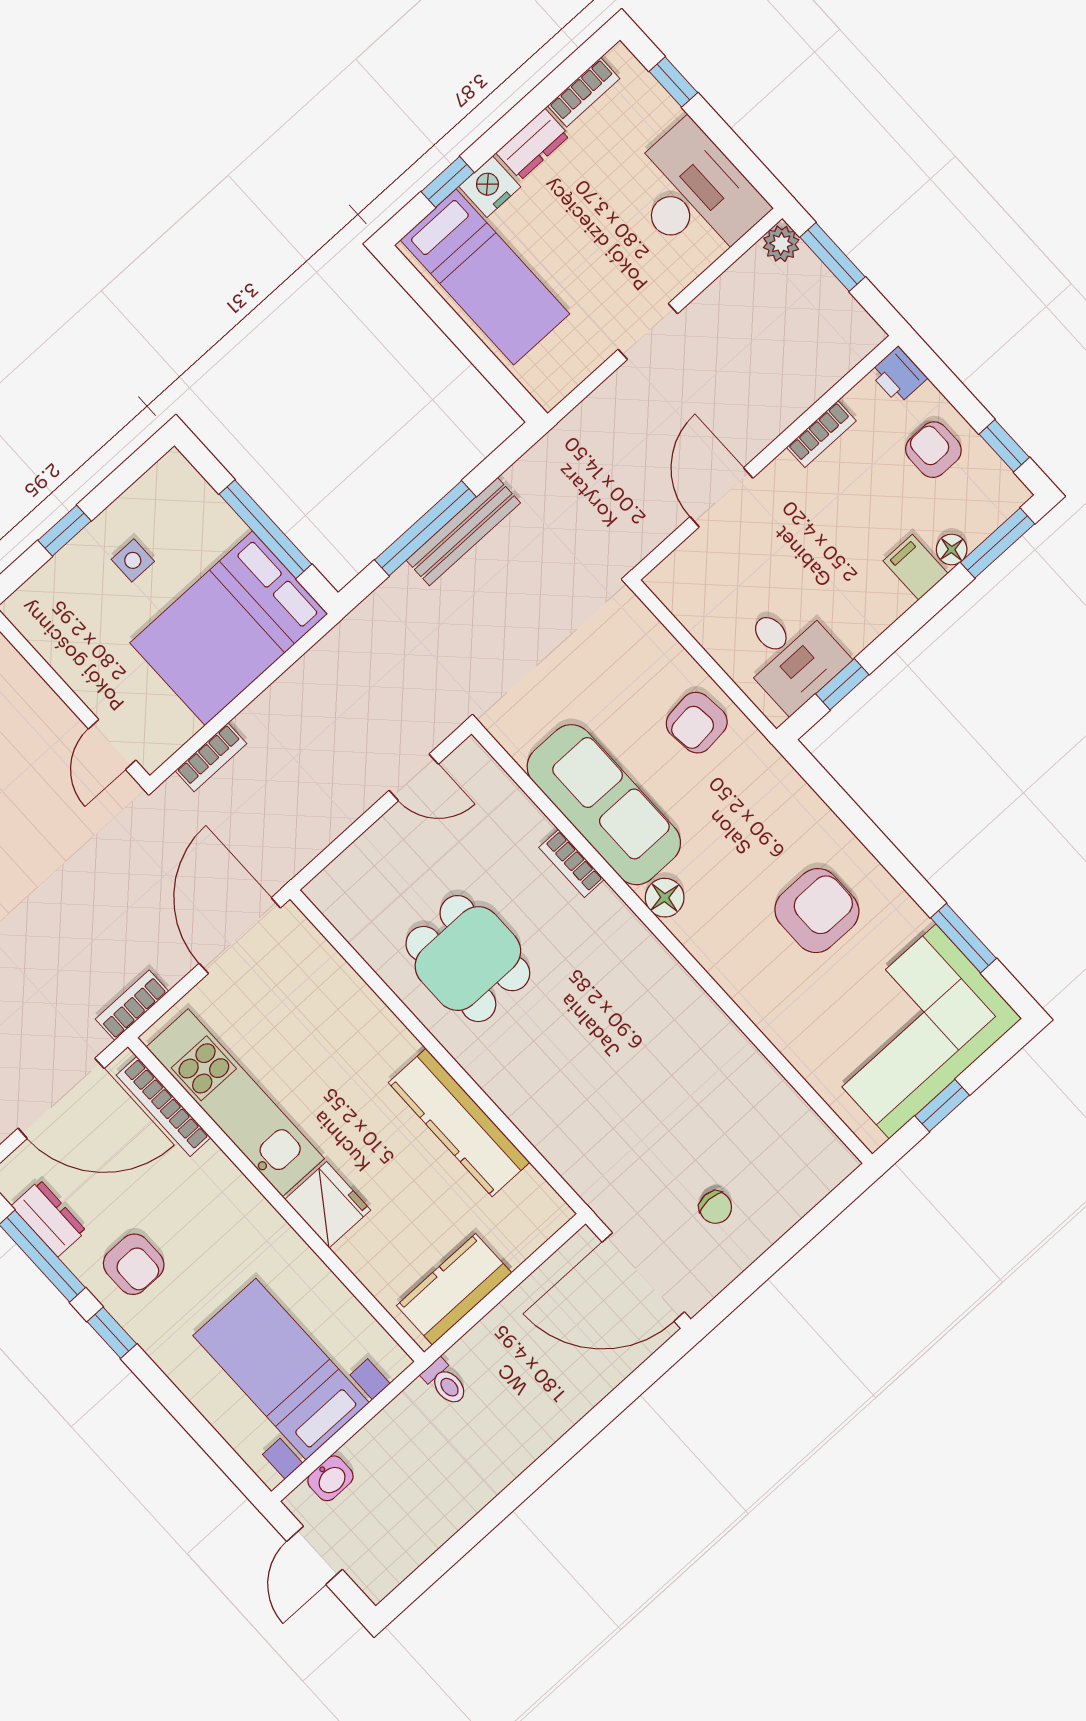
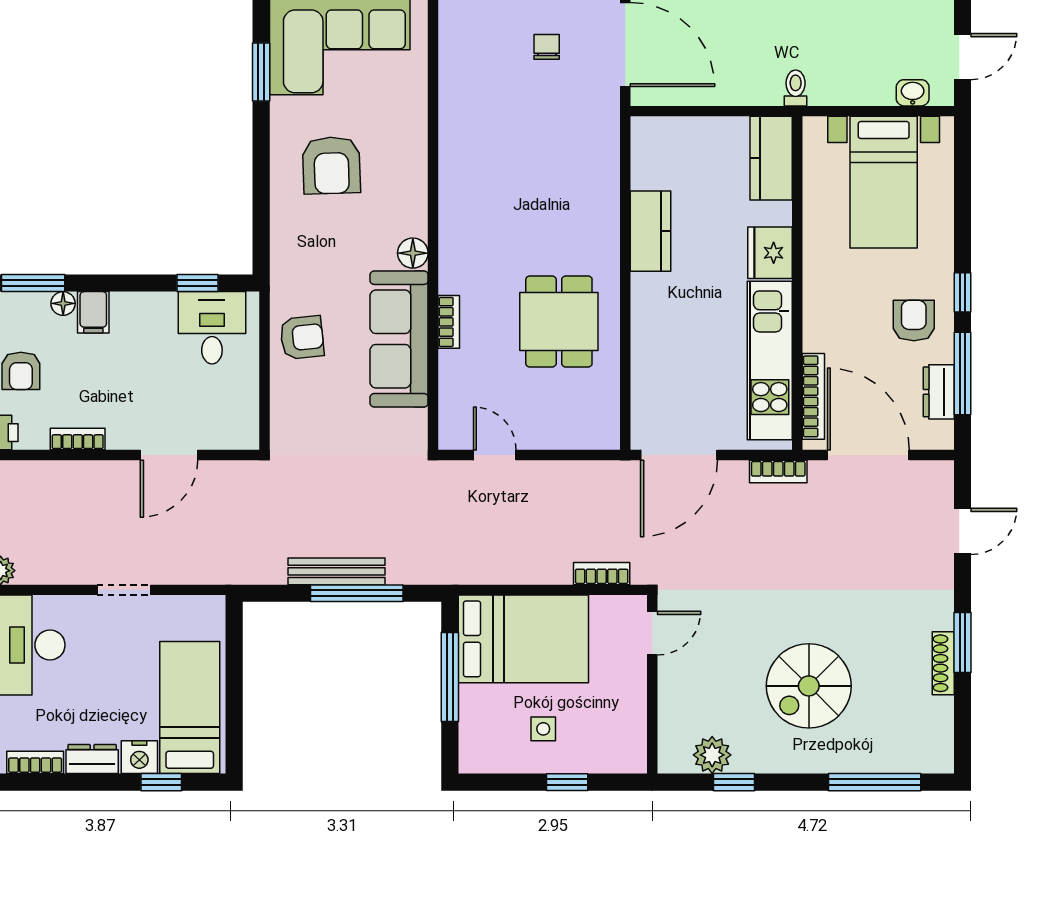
armchair: (817, 911) -> (331, 165), turned -92
kitchen counter: (459, 1122) -> (650, 231), width x0.67
kitchen counter: (454, 1289) -> (771, 158), moved, turned 90

